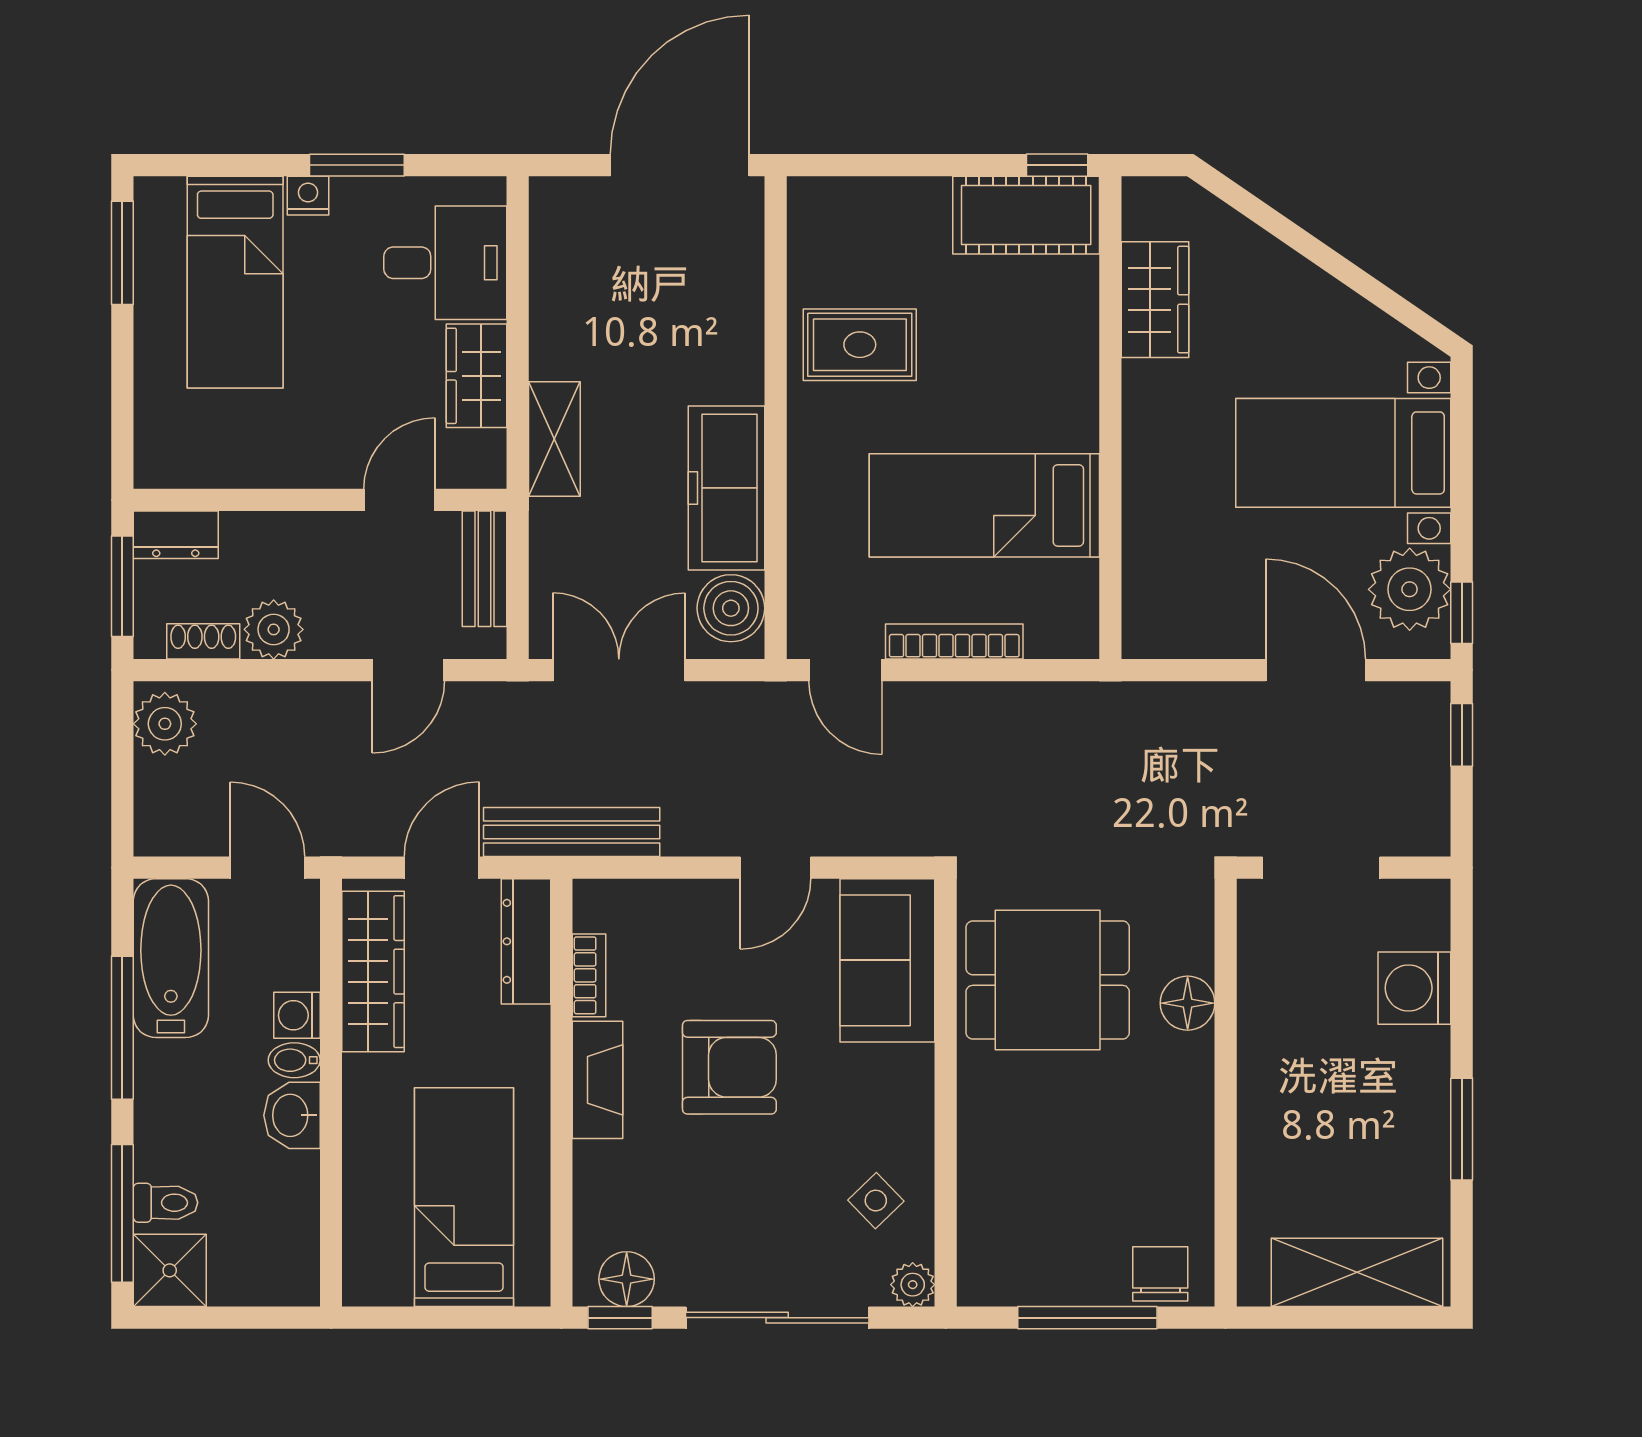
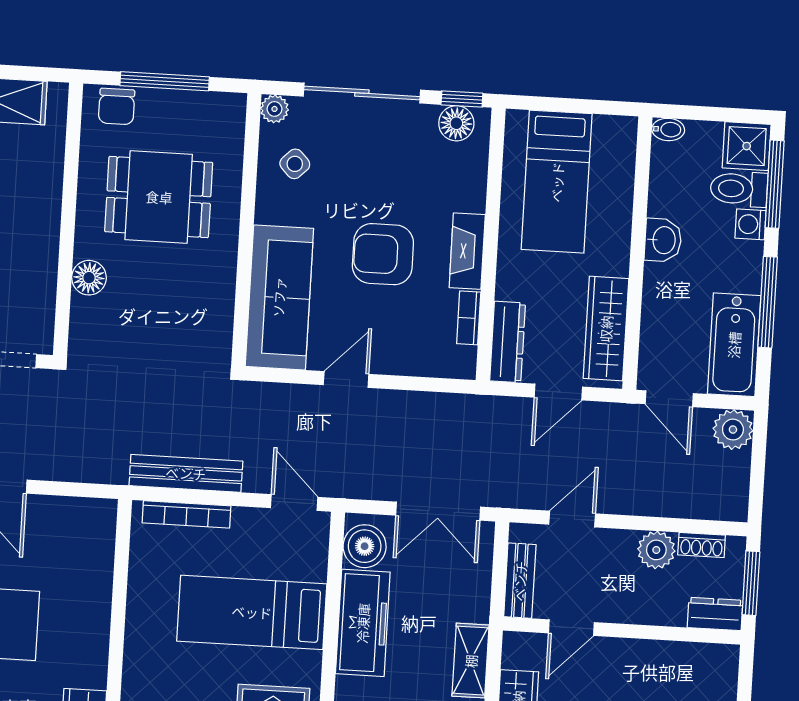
bed: (984, 505) -> (252, 612), moved, turned 180
bookcase: (954, 641) -> (186, 514), moved
plant: (165, 724) -> (733, 430), moved
bench: (572, 832) -> (186, 473), moved
sofa: (887, 960) -> (279, 297), width x1.36
dining table: (1048, 980) -> (159, 197), moved
washing machine: (297, 1015) -> (751, 224), moved, turned 180
bidet: (294, 1060) -> (668, 129), moved
toilet: (165, 1203) -> (739, 189), width x1.37, depth x1.39

